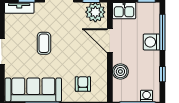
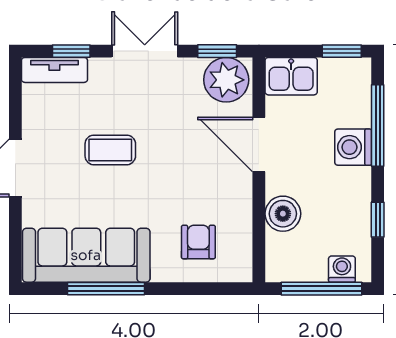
coffee table: (44, 43) -> (110, 150), turned 90

